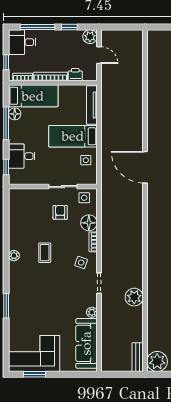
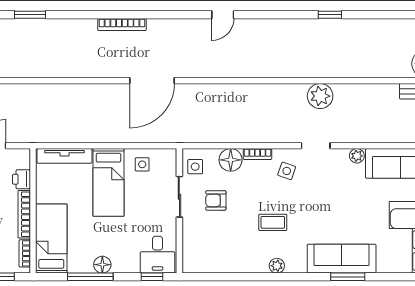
floor lamp: (15, 114) -> (102, 265), moved
desk: (22, 156) -> (158, 255), moved
plant: (134, 297) -> (320, 96), moved
sofa: (19, 301) -> (342, 259), added

